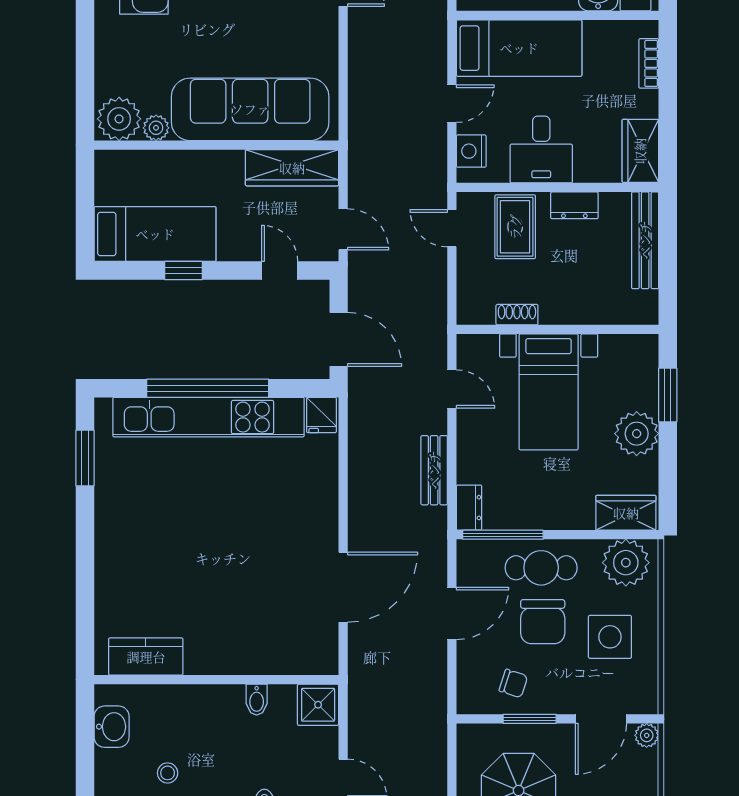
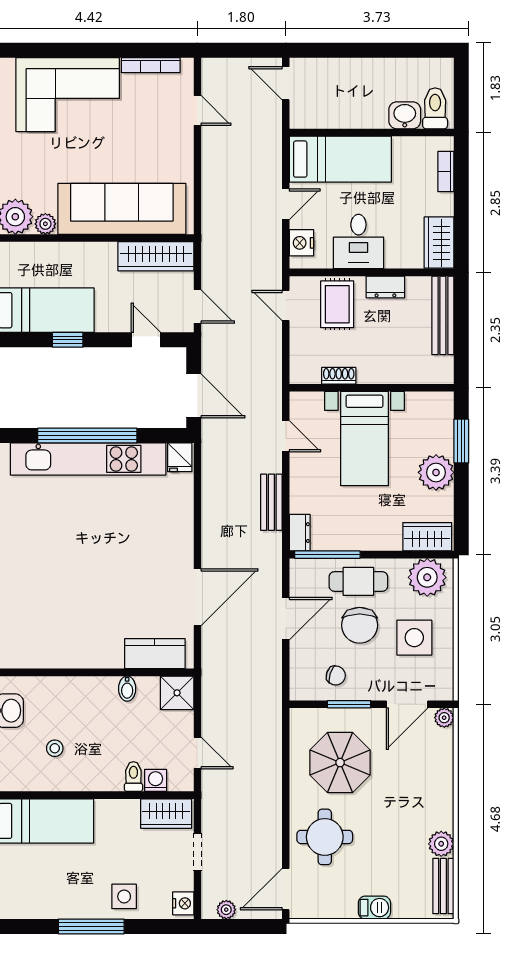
kitchen counter: (146, 657) -> (155, 654), moved

